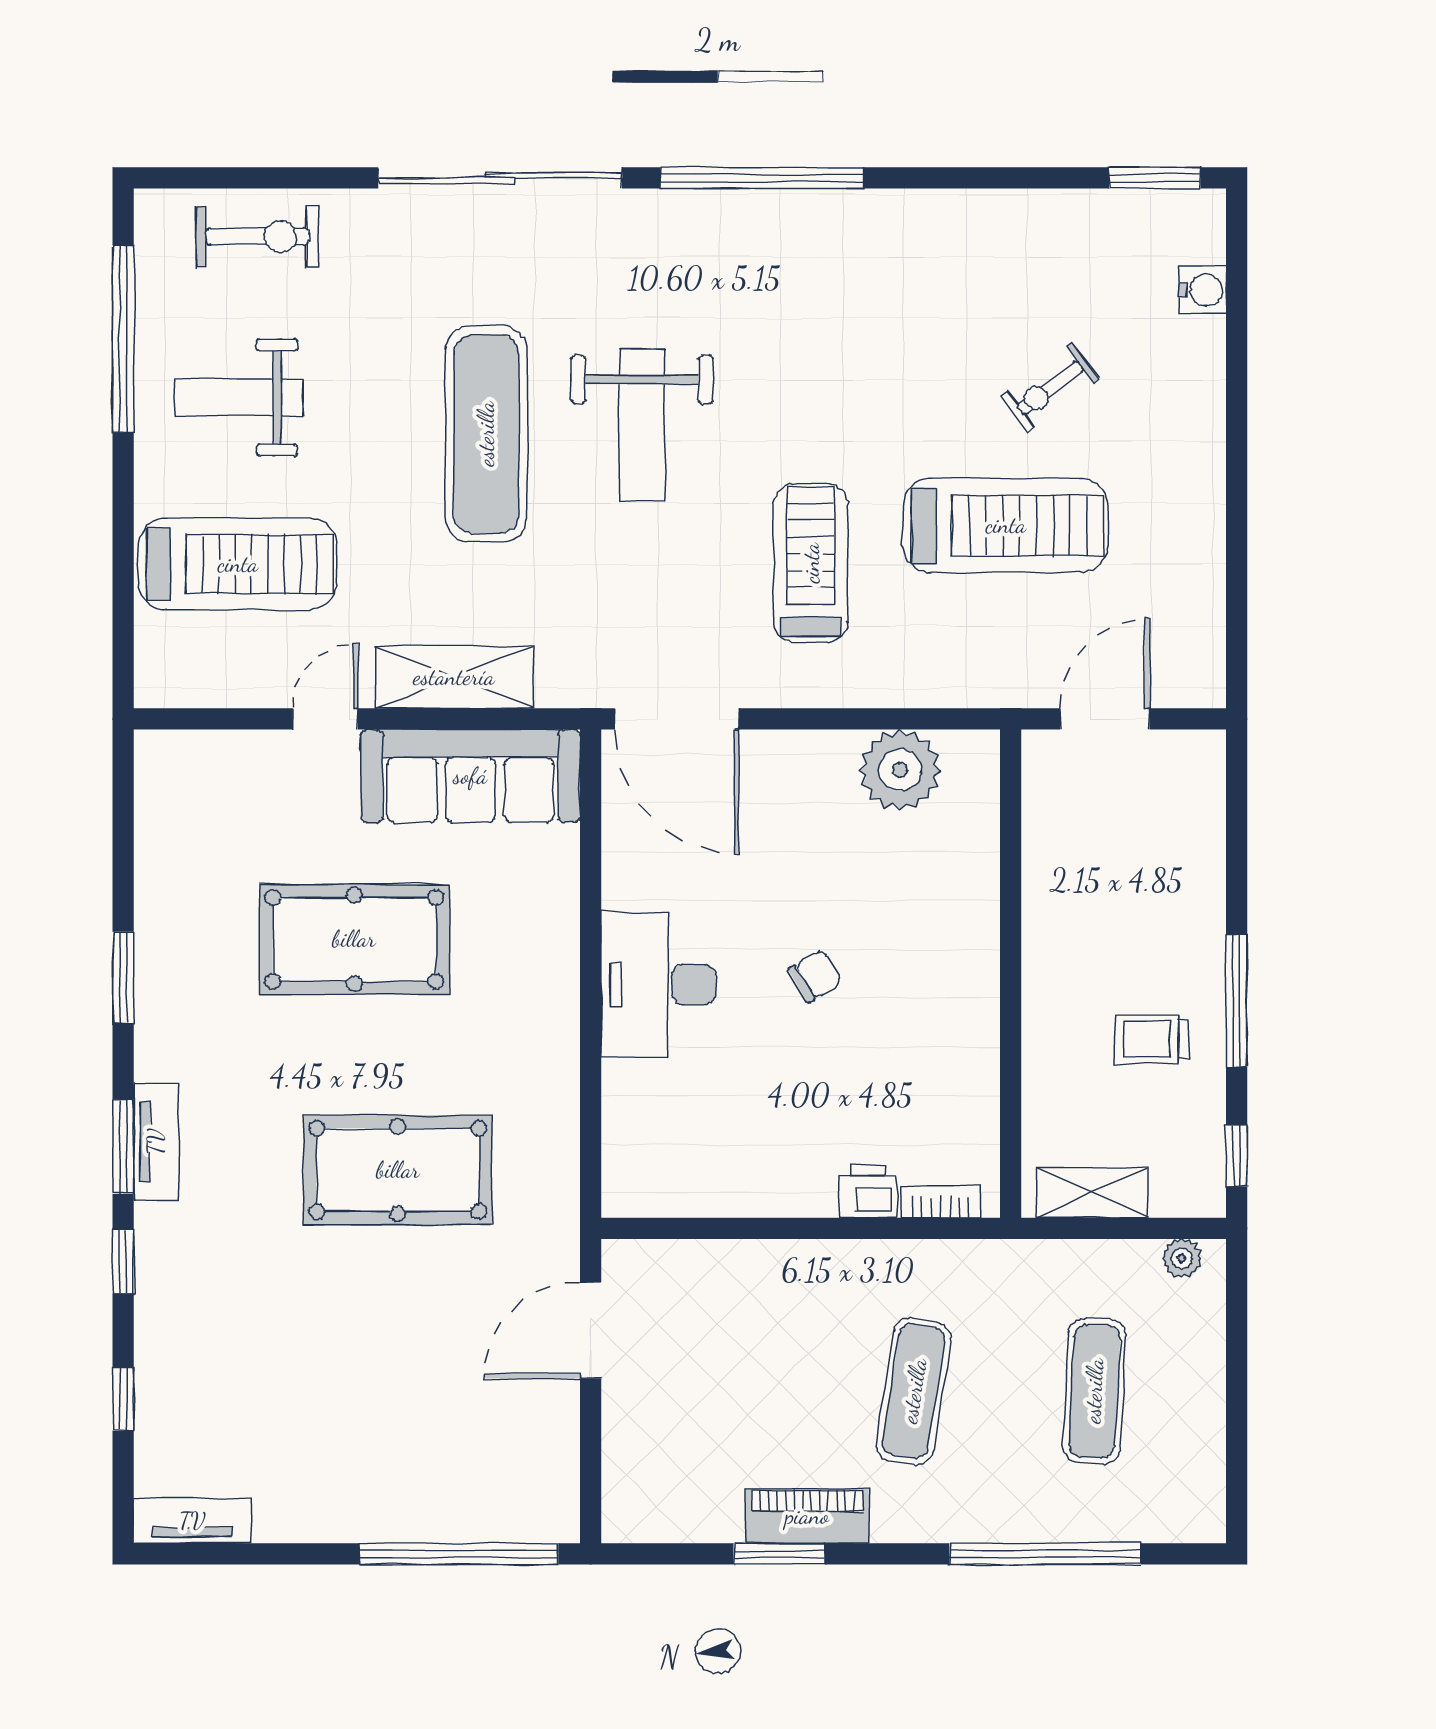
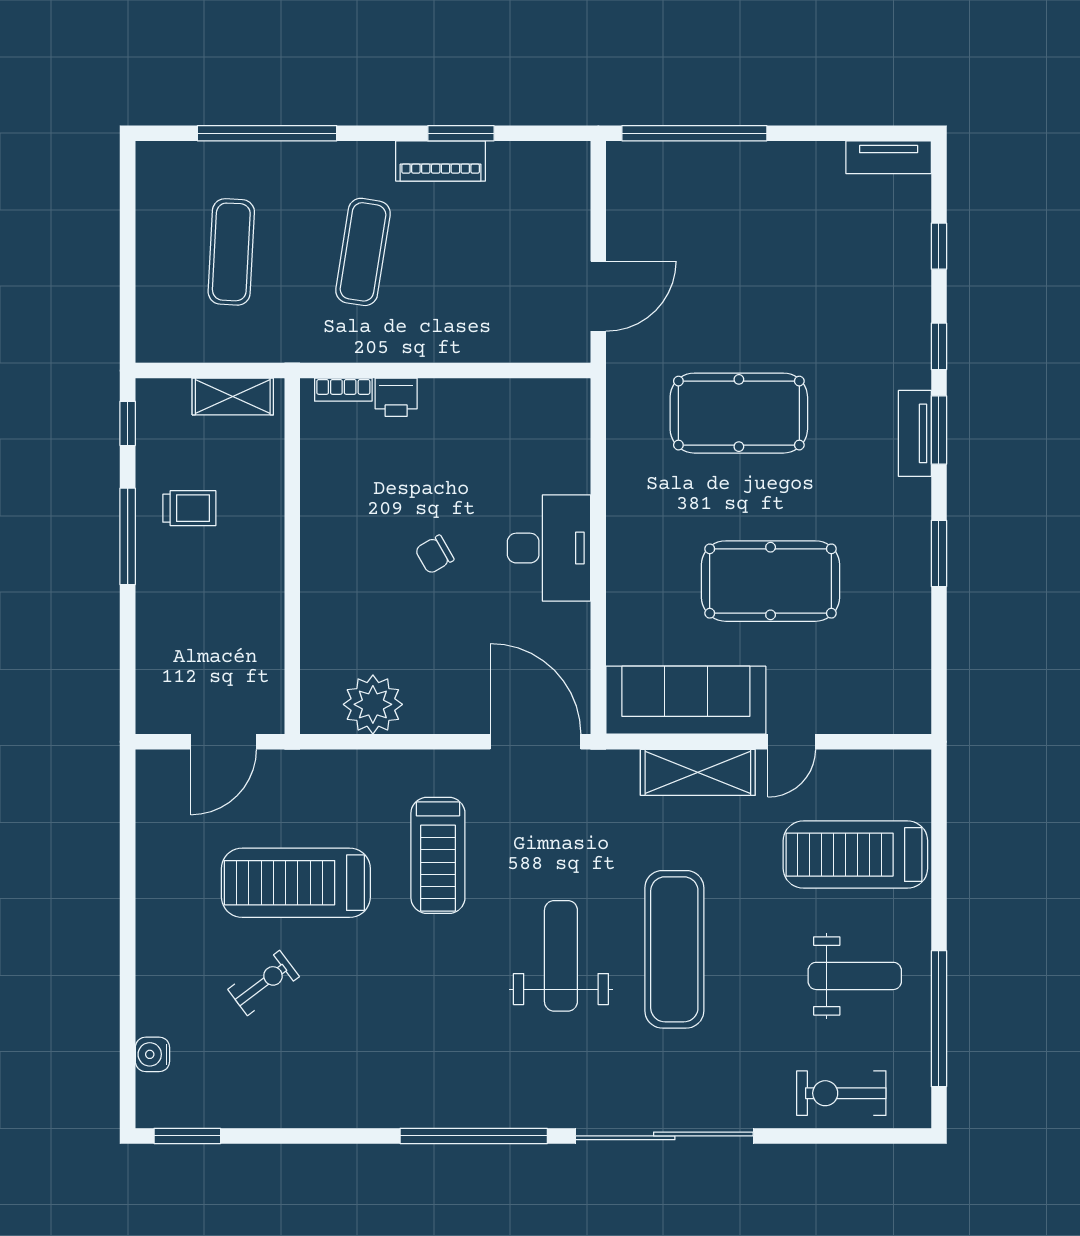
plant: (1182, 1258) -> (168, 349), removed

